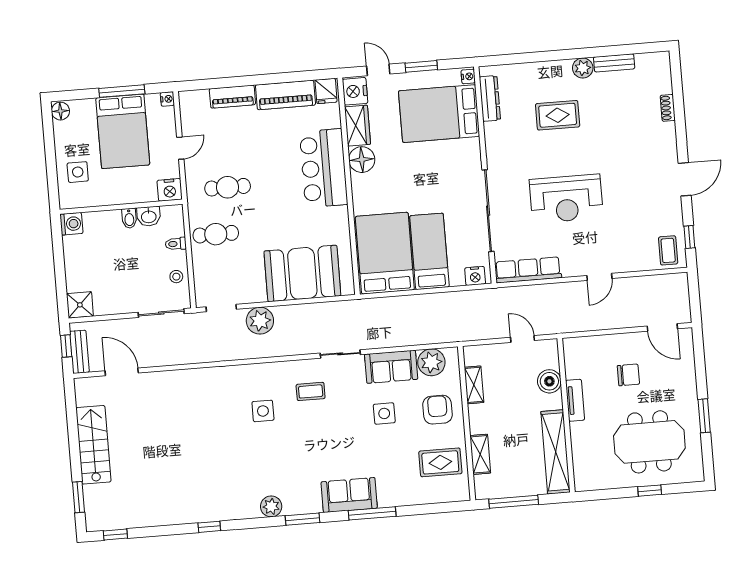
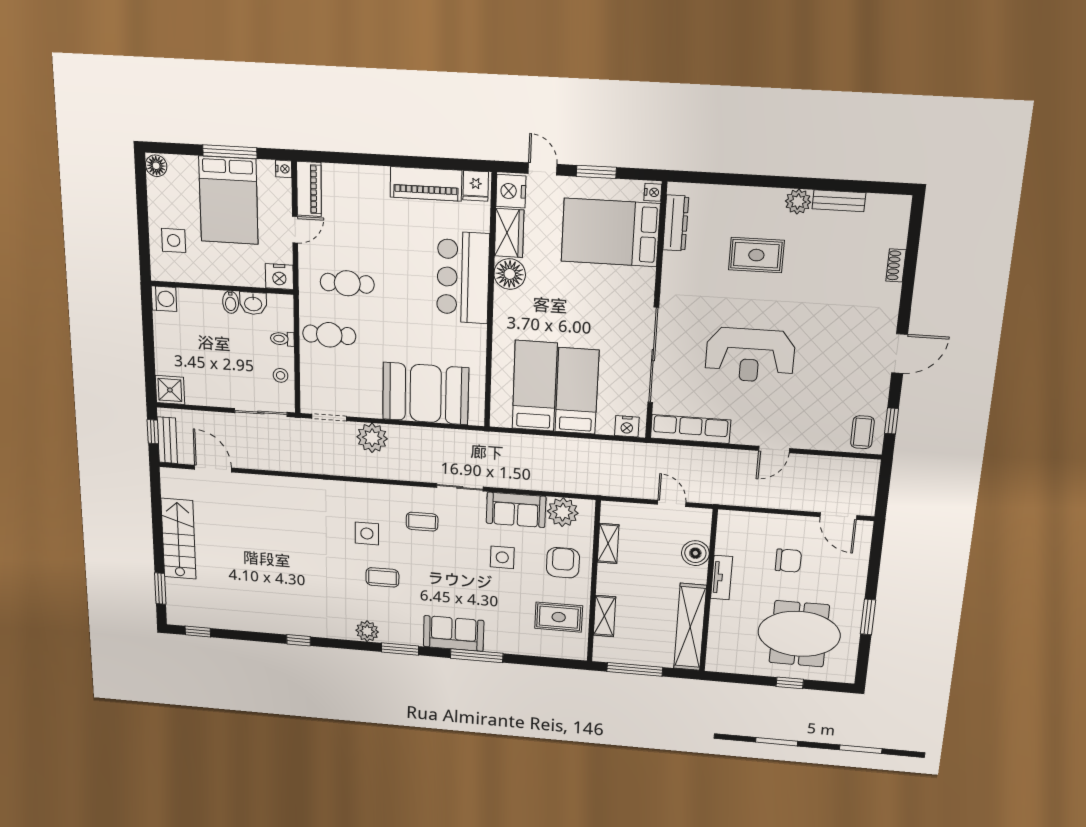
piano: (232, 97) -> (309, 189), moved, turned -90
bed: (385, 253) -> (535, 386), width x0.67
coffee table: (280, 451) -> (382, 577), added

